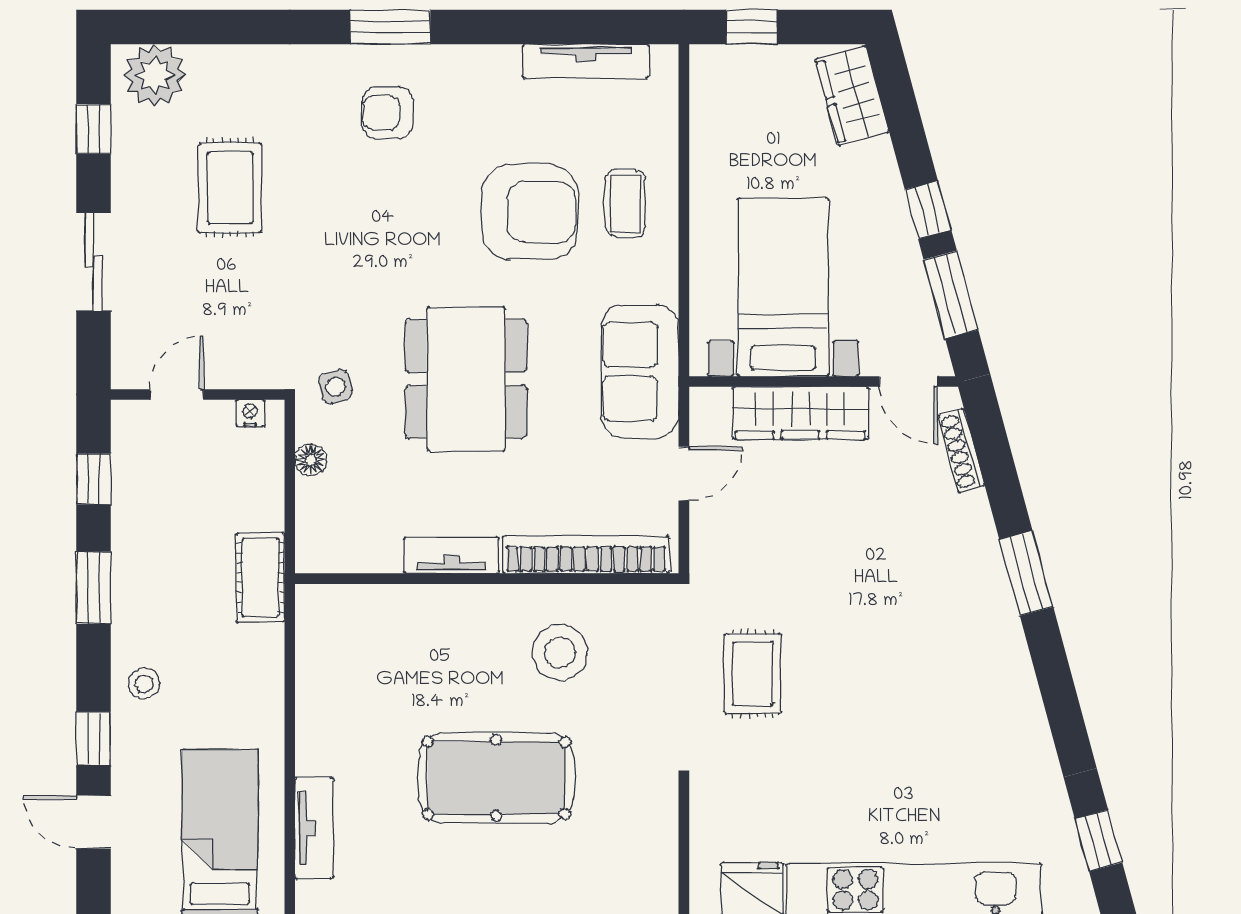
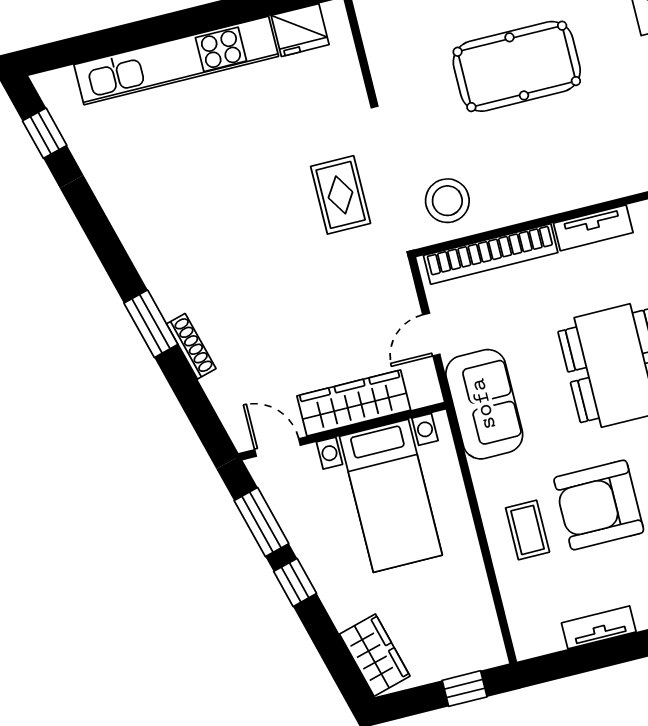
tv unit: (586, 61) -> (599, 627), width x0.71
shoe rack: (961, 451) -> (191, 346), moved
stool: (560, 652) -> (447, 201), moved

